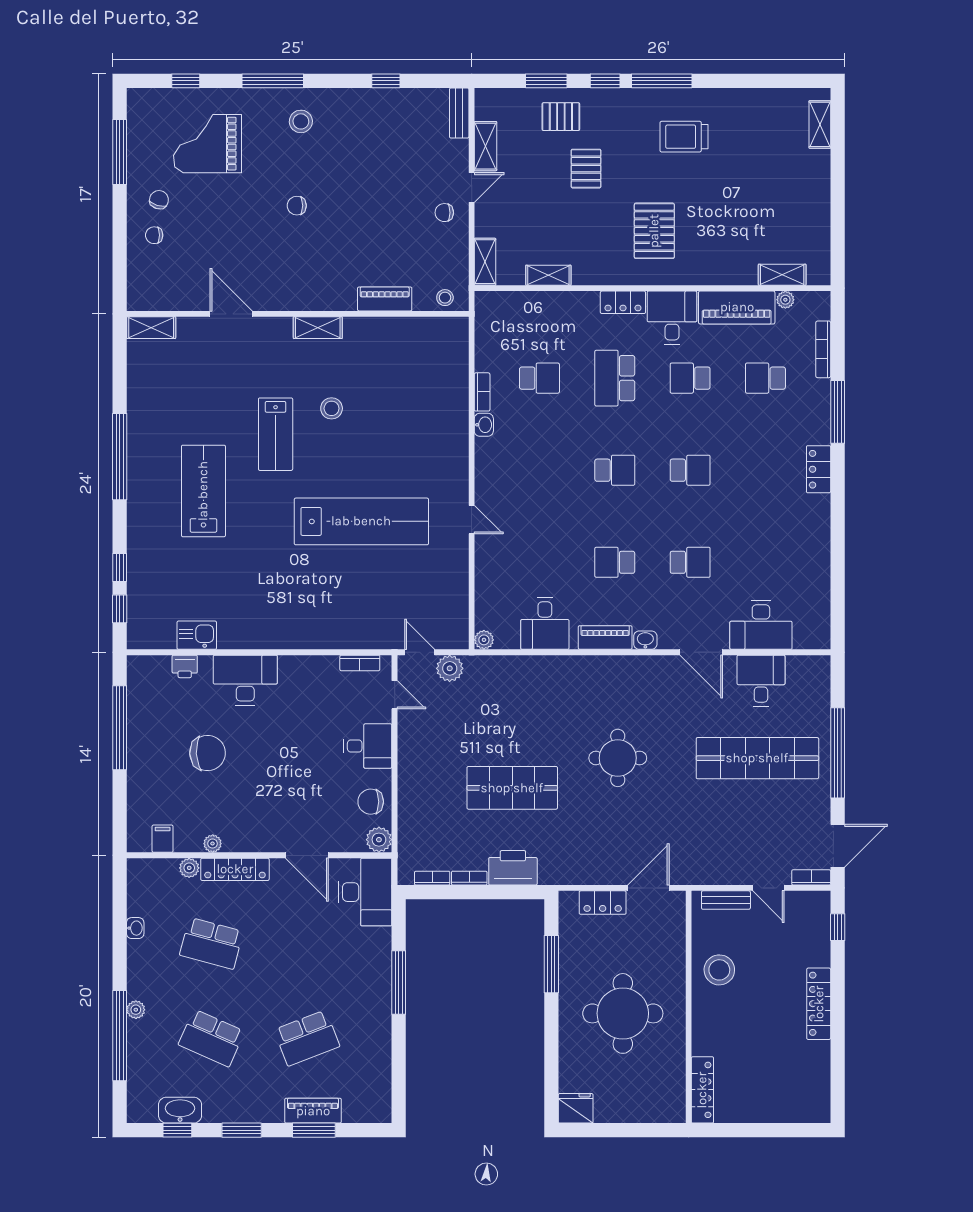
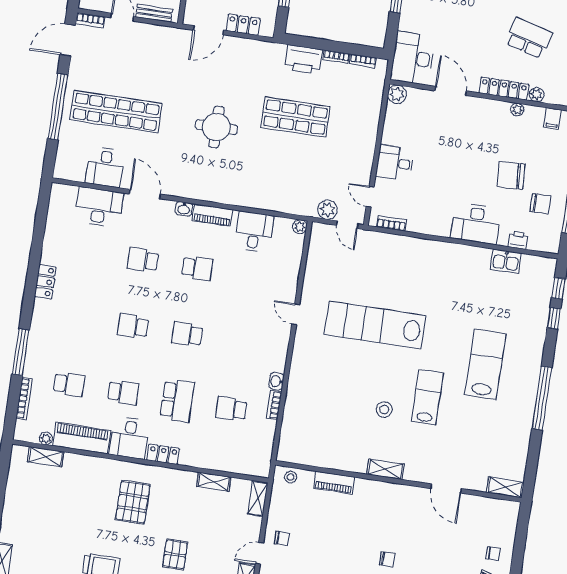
locker: (819, 469) -> (45, 282), moved
lab bench: (203, 491) -> (485, 364), turned 180
chair: (371, 802) -> (540, 204), moved

